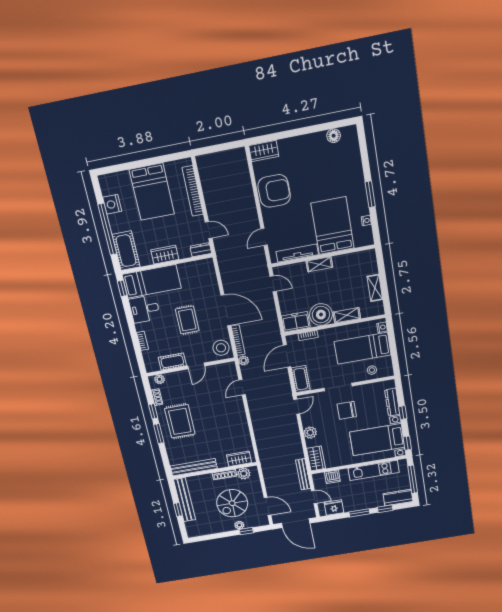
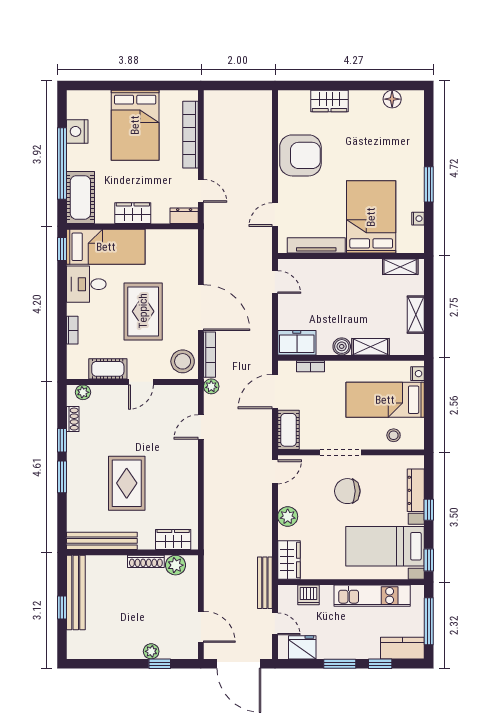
wardrobe: (264, 151) -> (330, 101), moved
shelving: (319, 264) -> (400, 267), moved
boiler: (321, 315) -> (342, 346), width x0.54, depth x0.54
rug: (187, 320) -> (143, 311), width x1.36, depth x1.43
rug: (180, 421) -> (127, 483), moved
spiral stairs: (232, 503) -> (148, 612), removed

